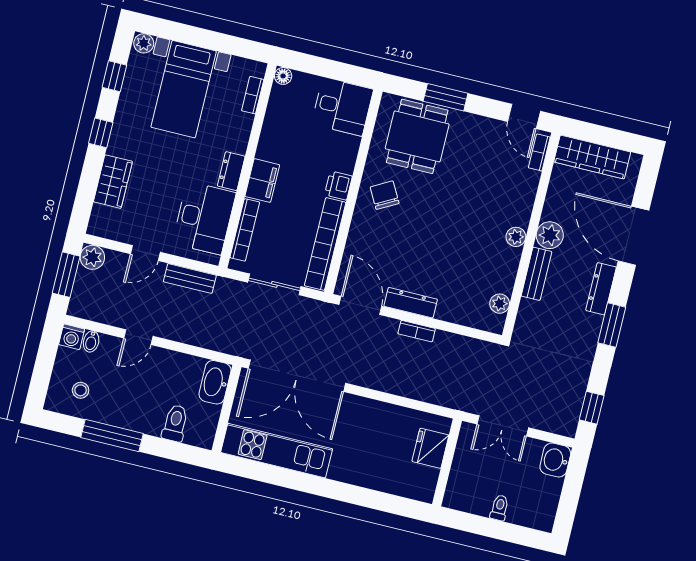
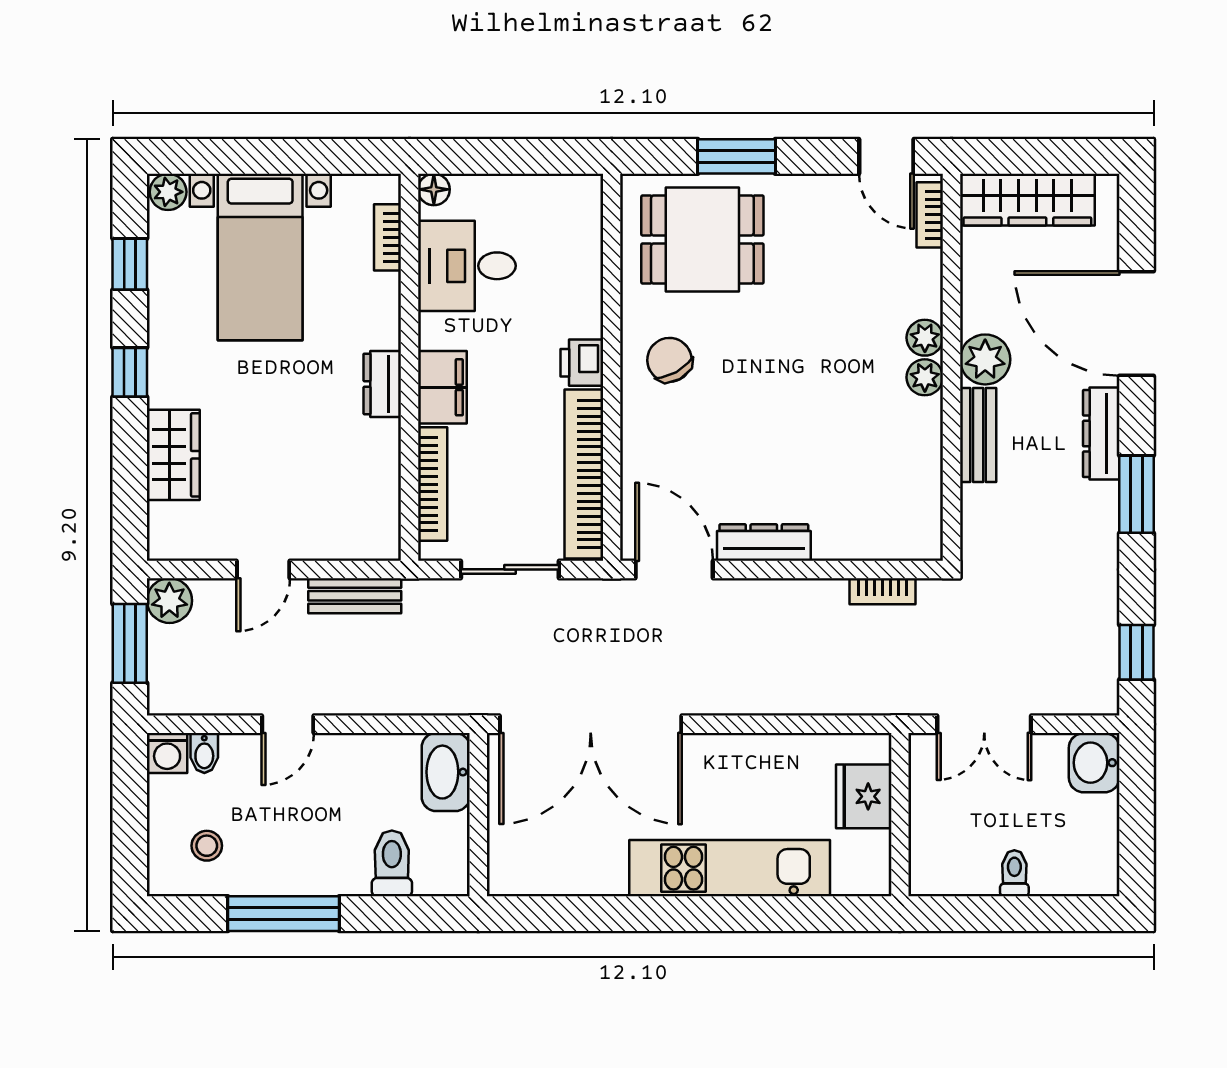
desk: (342, 107) -> (467, 266), moved, turned 180
dining table: (417, 136) -> (702, 239), turned 90
desk: (204, 218) -> (354, 481), removed
plant: (500, 304) -> (925, 338), moved
bookcase: (417, 331) -> (882, 591), moved
kitchen unit: (277, 451) -> (730, 868), moved

